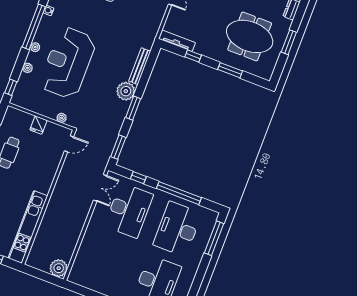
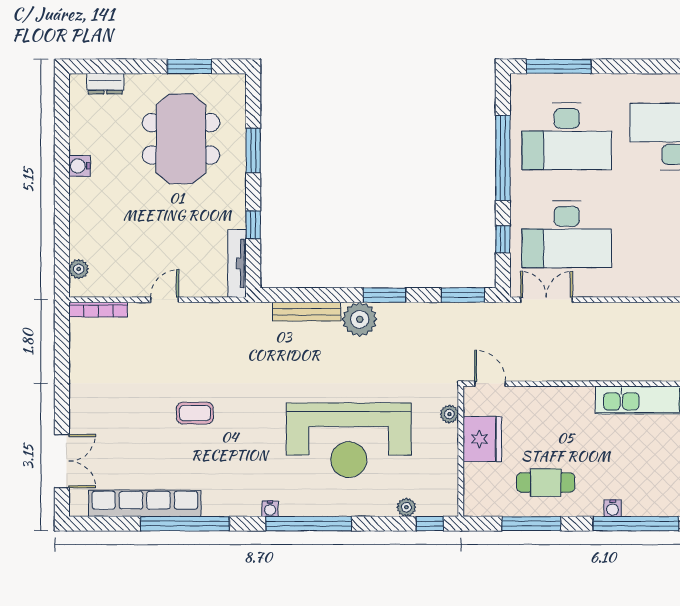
window: (289, 42) -> (189, 66), moved
plant: (35, 47) -> (343, 508), removed
plant: (27, 68) -> (406, 507), moved
fridge: (39, 125) -> (482, 439), width x1.88, depth x1.34
desk: (129, 210) -> (567, 234), turned 180

